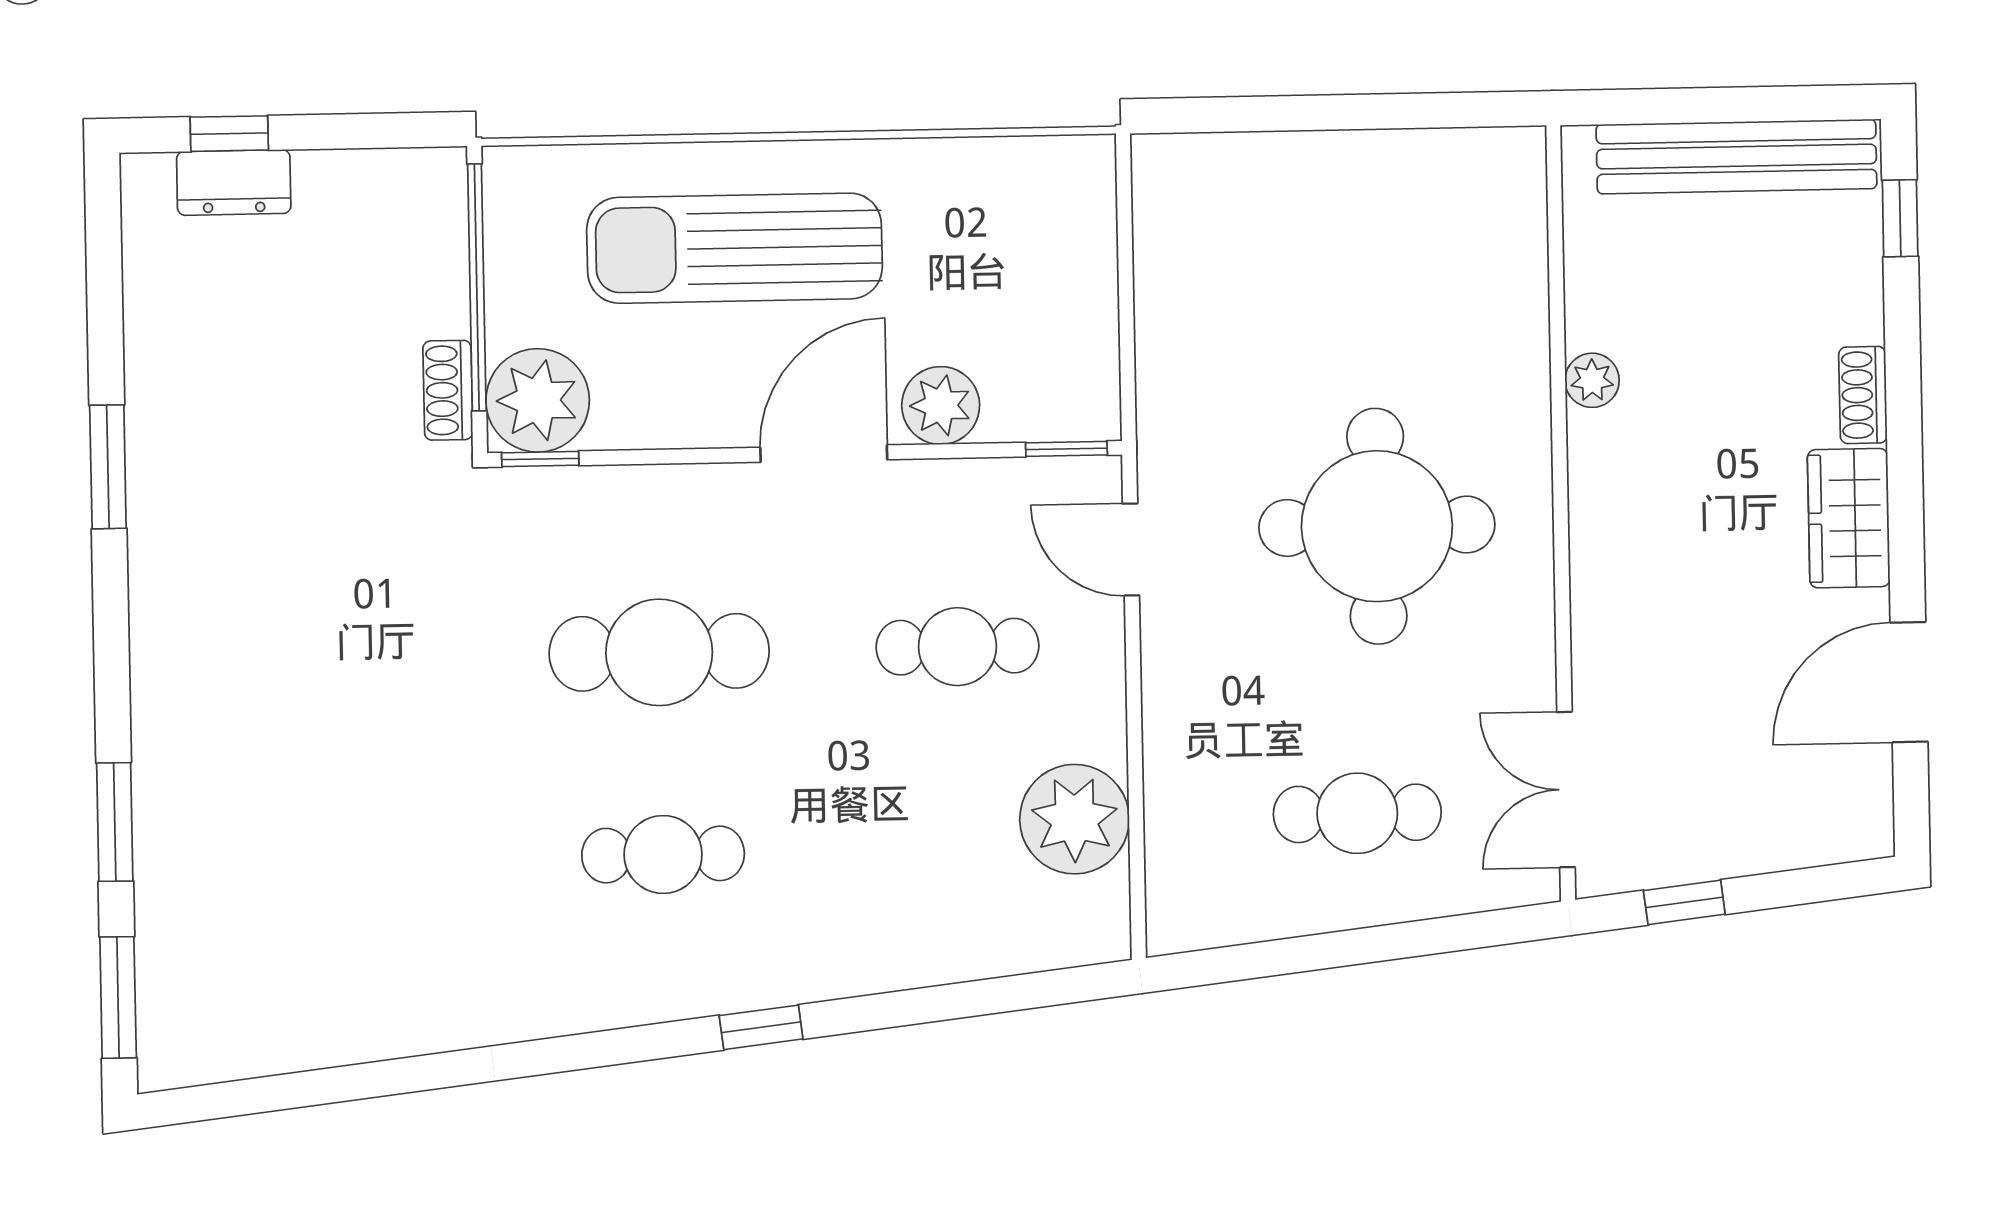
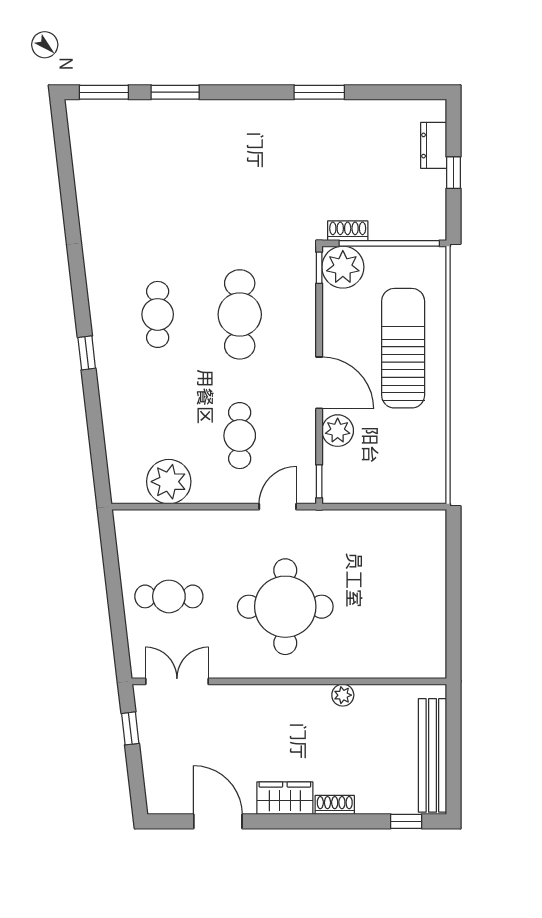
window: (229, 134) -> (454, 173), moved
cafe table: (1357, 813) -> (169, 596), turned 90

